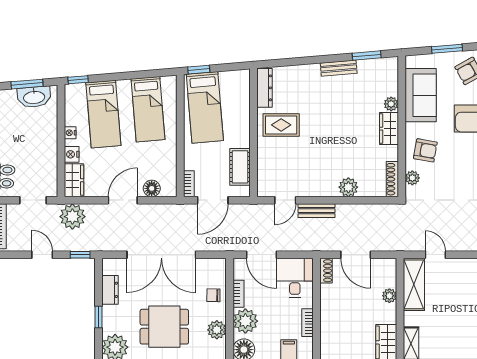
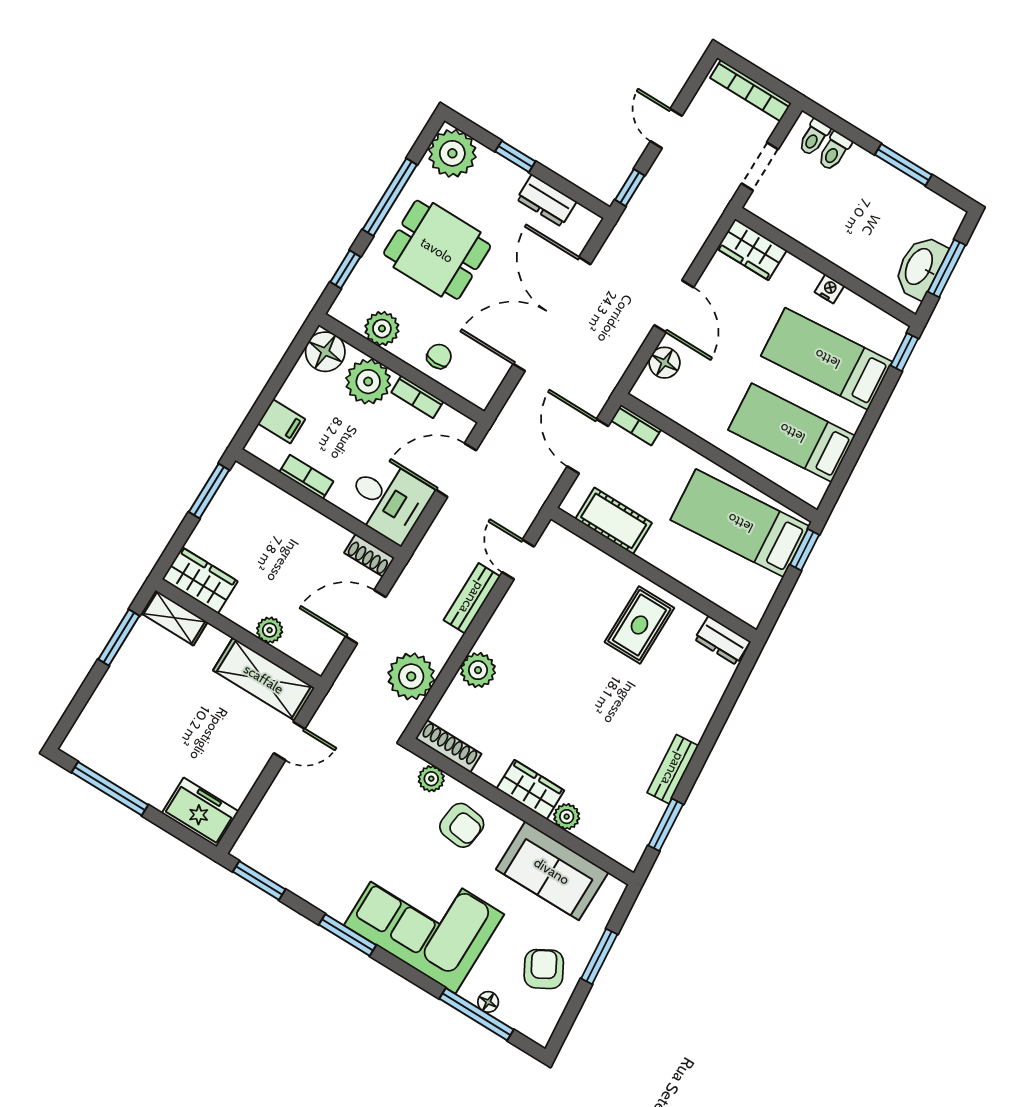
dresser: (265, 88) -> (722, 640), width x0.70
armchair: (425, 150) -> (462, 825), turned -93
nightstand: (72, 154) -> (794, 271), removed
plant: (72, 217) -> (411, 676), moved
door: (42, 255) -> (666, 128), swing flipped
dining table: (164, 327) -> (437, 250), turned 90

